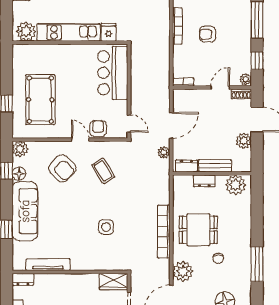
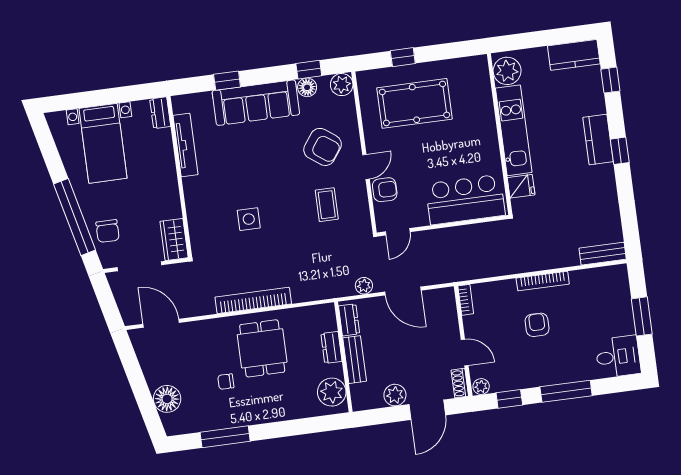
armchair: (62, 168) -> (323, 147), turned -99
coffee table: (103, 171) -> (327, 205), turned -58
plant: (183, 271) -> (201, 335), removed

